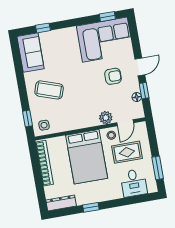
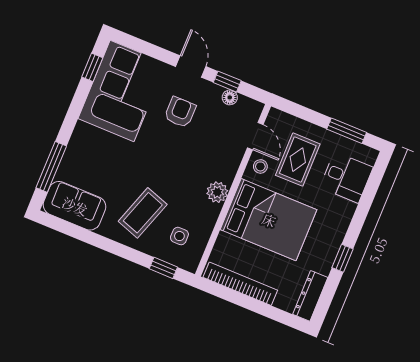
window: (43, 28) -> (51, 167), width x2.17
plant: (106, 118) -> (217, 192), moved
side table: (44, 125) -> (179, 236), moved

